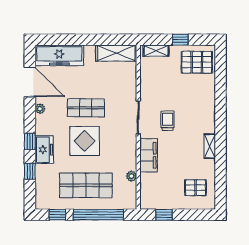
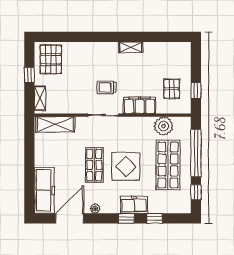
shelving: (116, 53) -> (55, 124), moved, turned 90
plant: (131, 176) -> (164, 126), width x1.87, depth x1.87
pallet: (195, 188) -> (172, 89), moved

